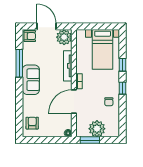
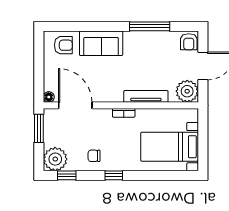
window: (122, 65) -> (67, 175), moved
sofa: (31, 80) -> (101, 43), moved
door: (74, 102) -> (75, 105), moved
plant: (97, 129) -> (55, 159), moved

